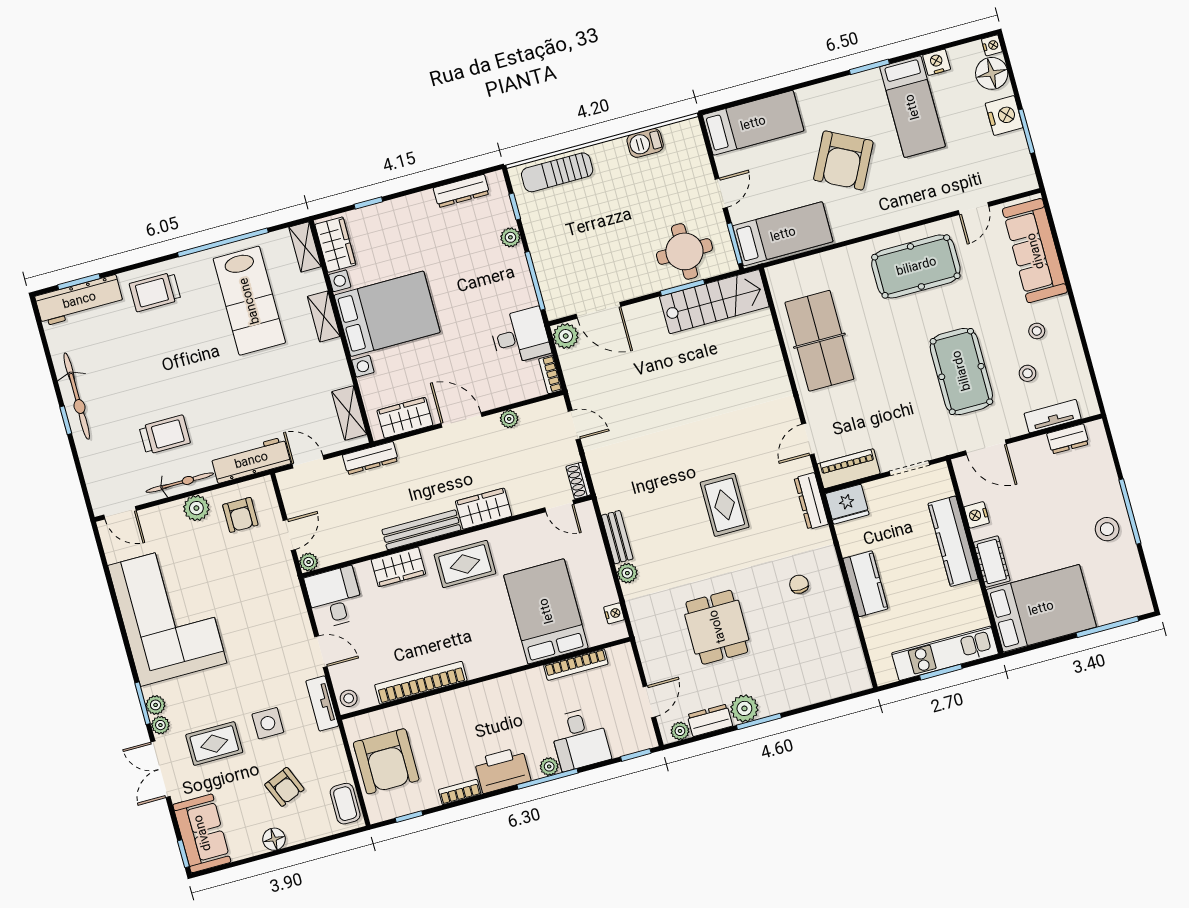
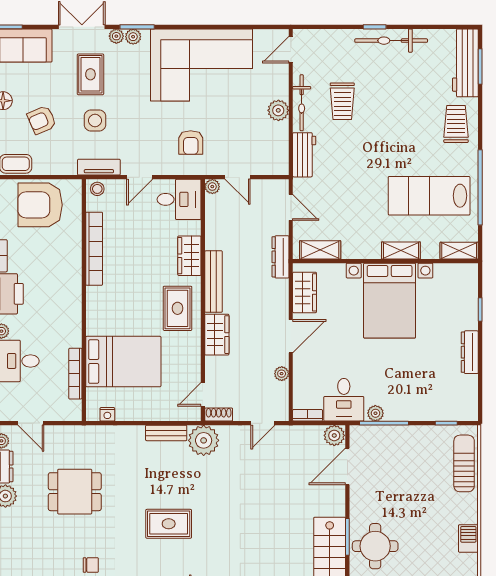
dresser: (461, 191) -> (470, 352), moved
plant: (510, 237) -> (375, 413), moved
wardrobe: (335, 245) -> (455, 275), removed
workbench: (251, 460) -> (304, 155), width x0.73
door: (308, 462) -> (291, 207), hinge flipped
armchair: (240, 515) -> (191, 143), moved, turned -90
plant: (627, 573) -> (204, 440), moved, width x1.88, depth x1.88

